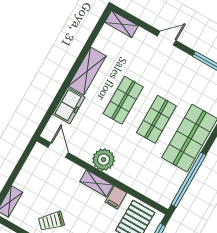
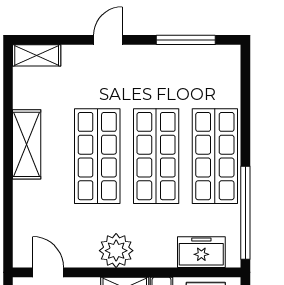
shop shelf: (123, 100) -> (97, 156), width x1.43, depth x1.36
freezer: (69, 106) -> (201, 252), moved, turned -90
shop shelf: (156, 119) -> (156, 156), width x1.43, depth x1.36

